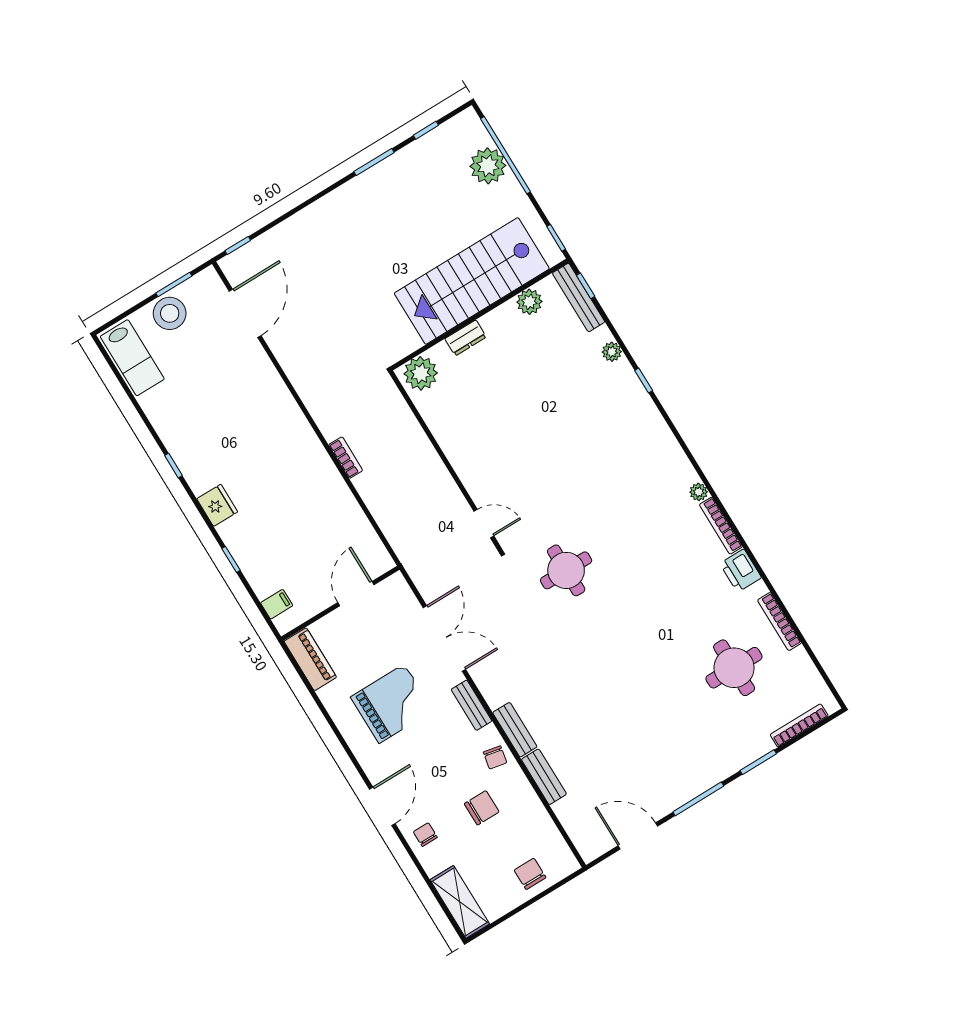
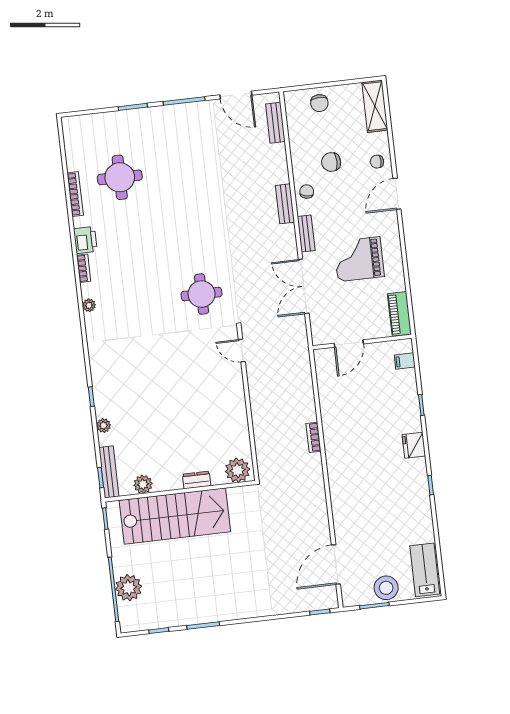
bookcase: (721, 526) -> (84, 268), width x0.64
bookcase: (799, 725) -> (94, 119), removed
bench: (544, 777) -> (275, 123), moved
chair: (425, 835) -> (377, 162), turned 90

